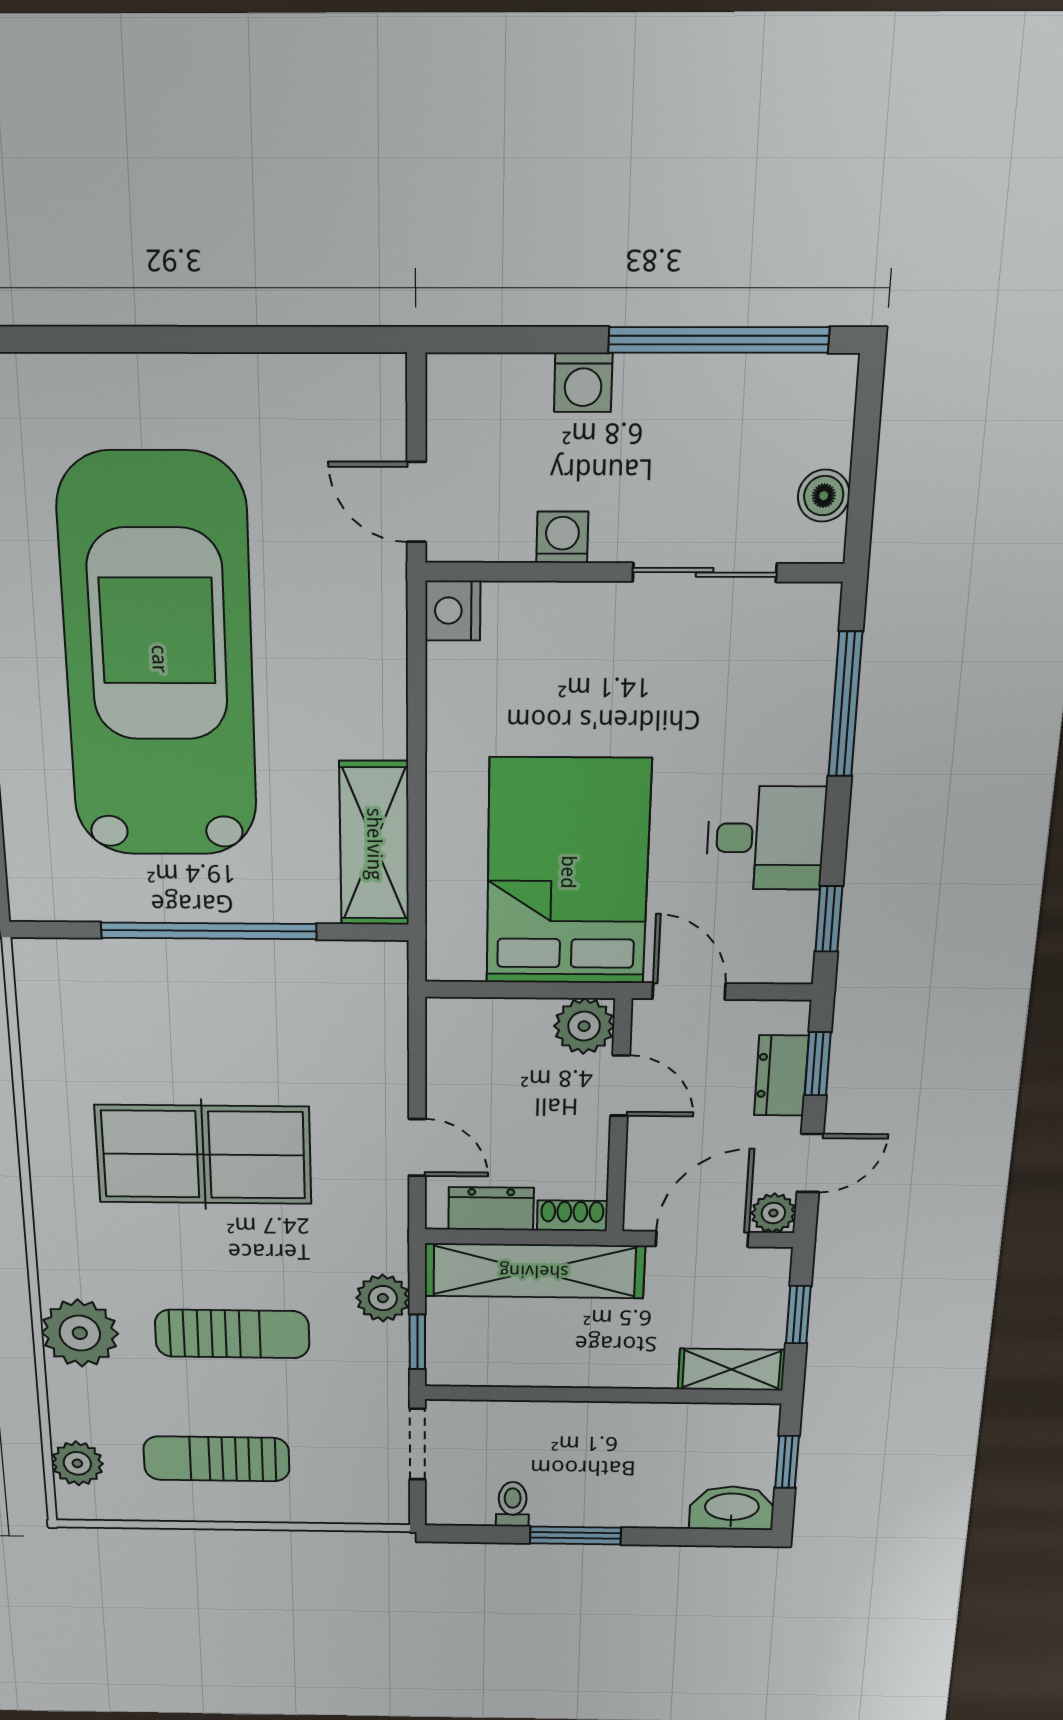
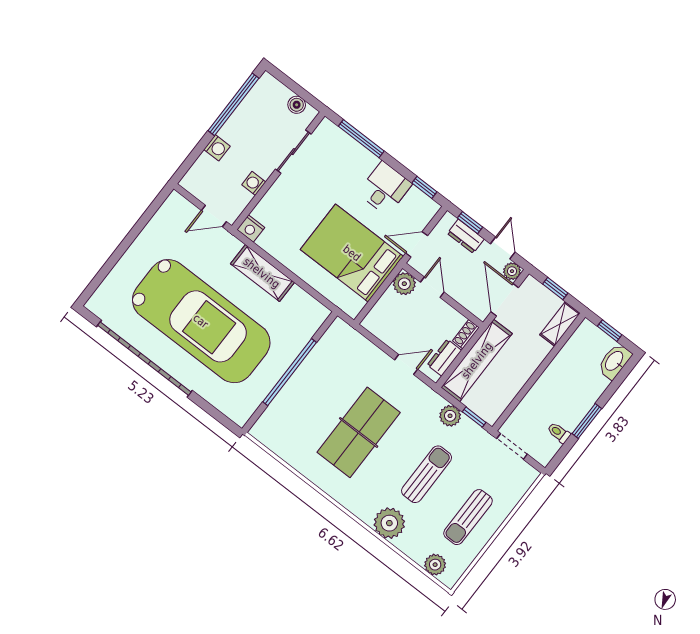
car: (159, 659) -> (201, 321), turned 180
shelving: (374, 844) -> (262, 273), moved
door: (620, 1086) -> (432, 287), hinge flipped

